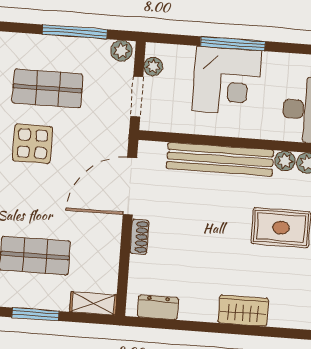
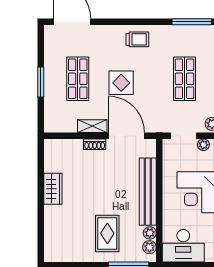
display table: (33, 144) -> (121, 83), moved
shelving: (93, 303) -> (92, 126), moved, turned 90
dresser: (158, 307) -> (51, 159), removed
wardrobe: (243, 311) -> (53, 189), moved

